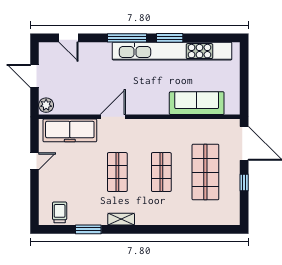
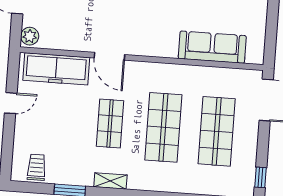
door: (113, 117) -> (109, 56), swing flipped
shop shelf: (161, 172) -> (163, 127), width x1.43, depth x1.36
window: (244, 182) -> (260, 177), moved

